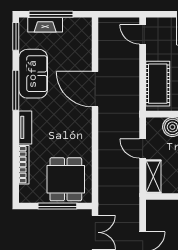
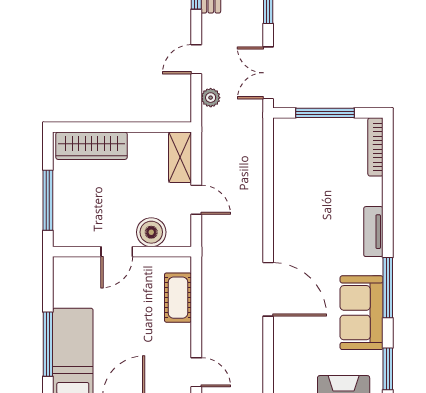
cot: (158, 84) -> (178, 298), width x0.73, depth x0.75
bookcase: (24, 165) -> (375, 147), moved
dining table: (66, 179) -> (312, 153), removed
plant: (133, 216) -> (211, 98), added

